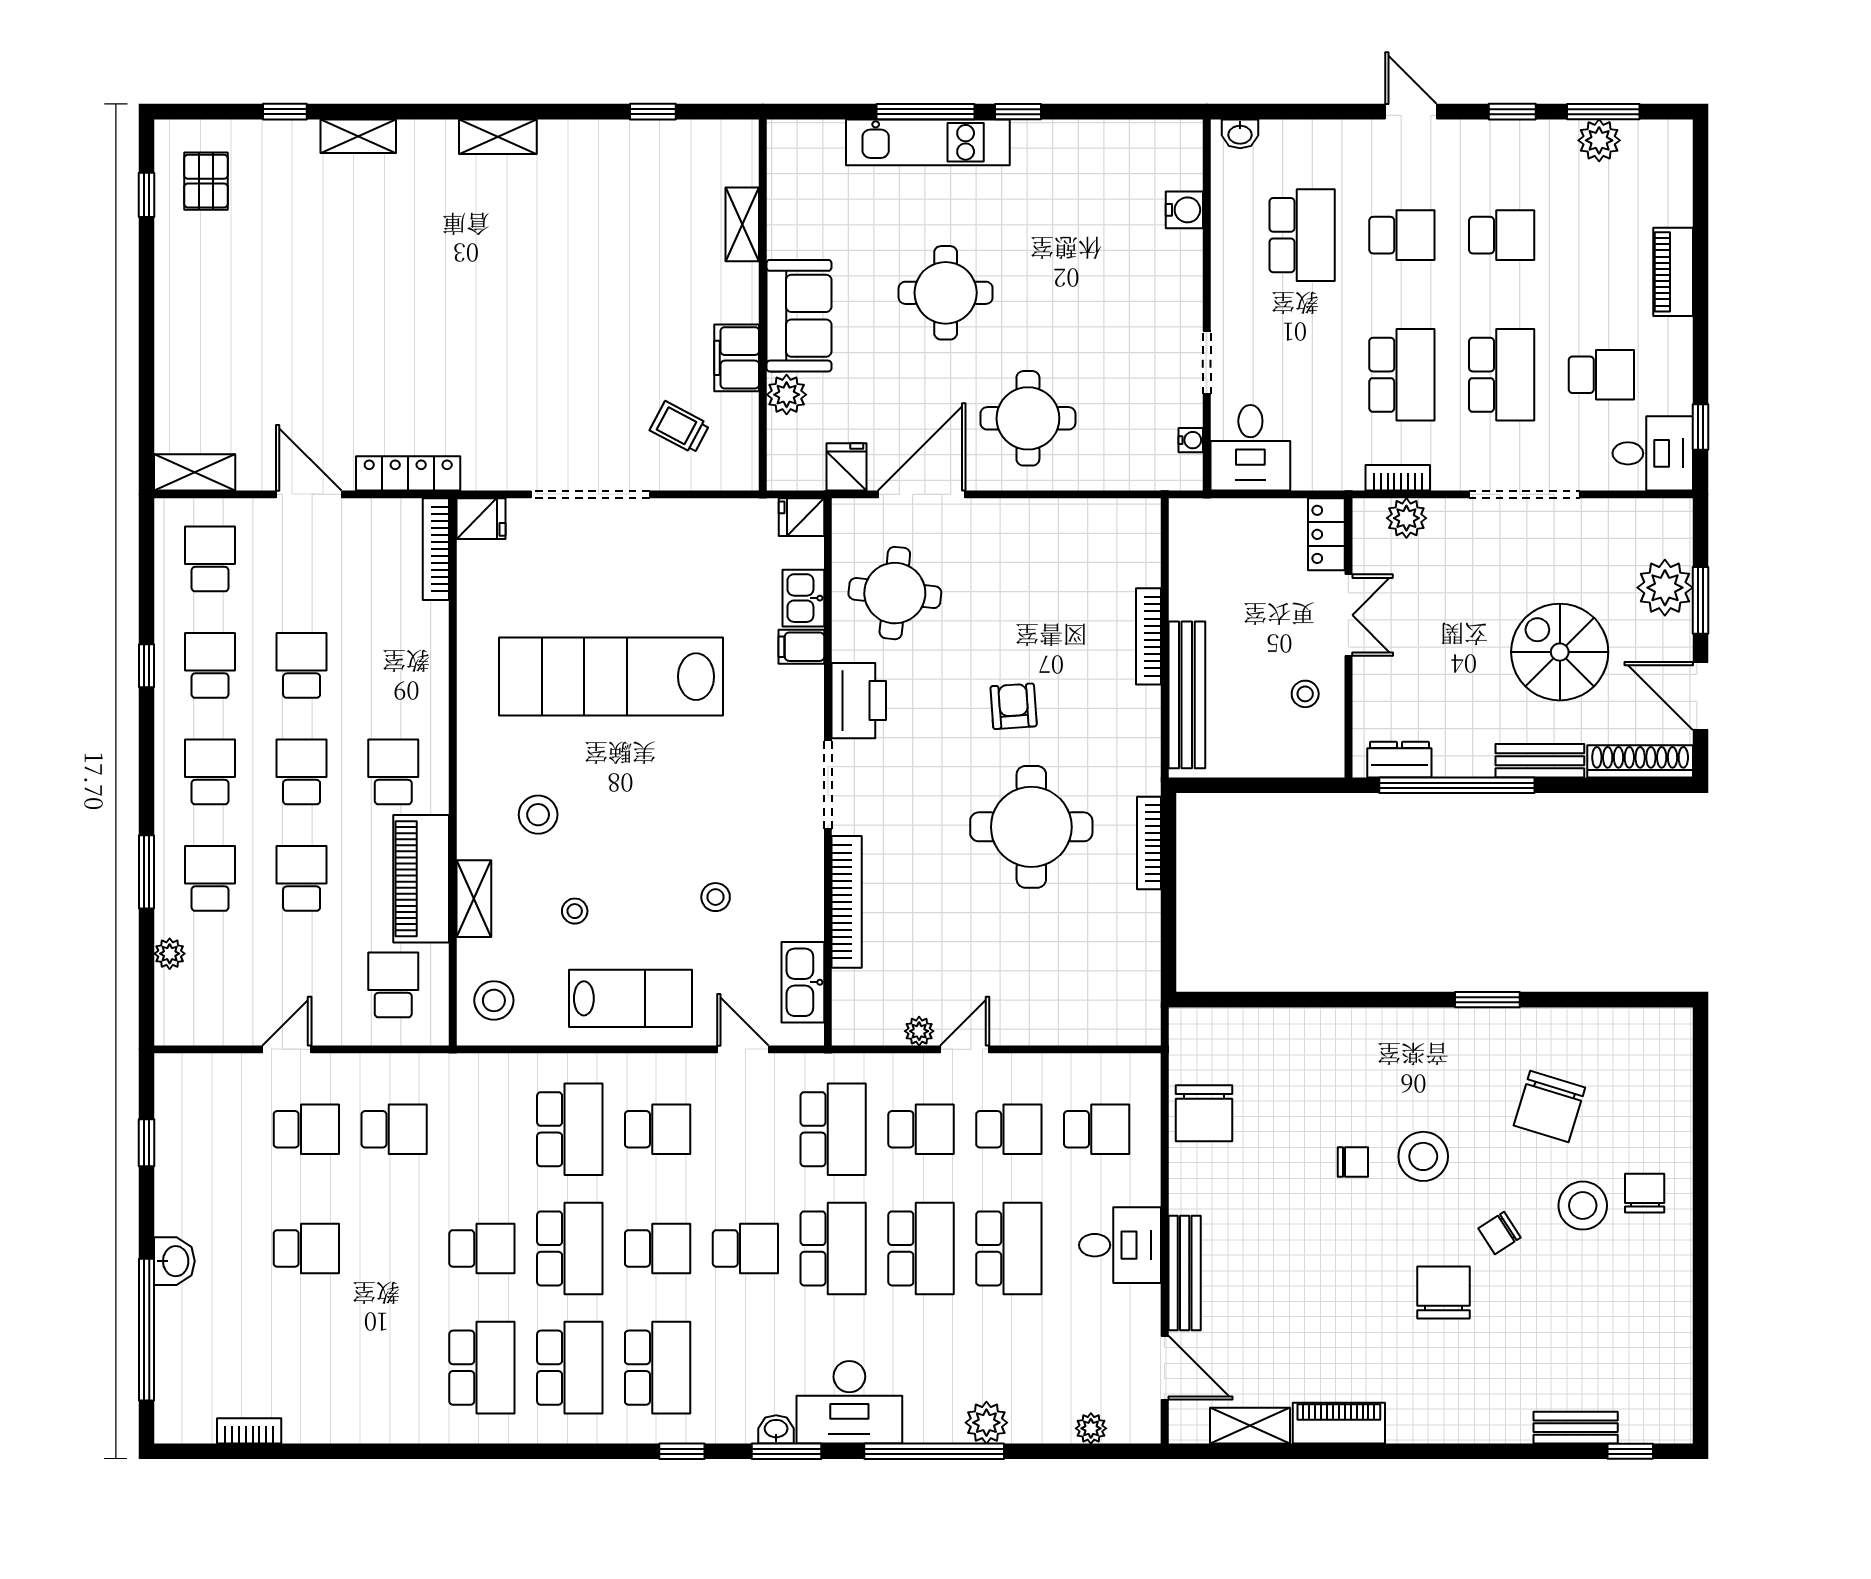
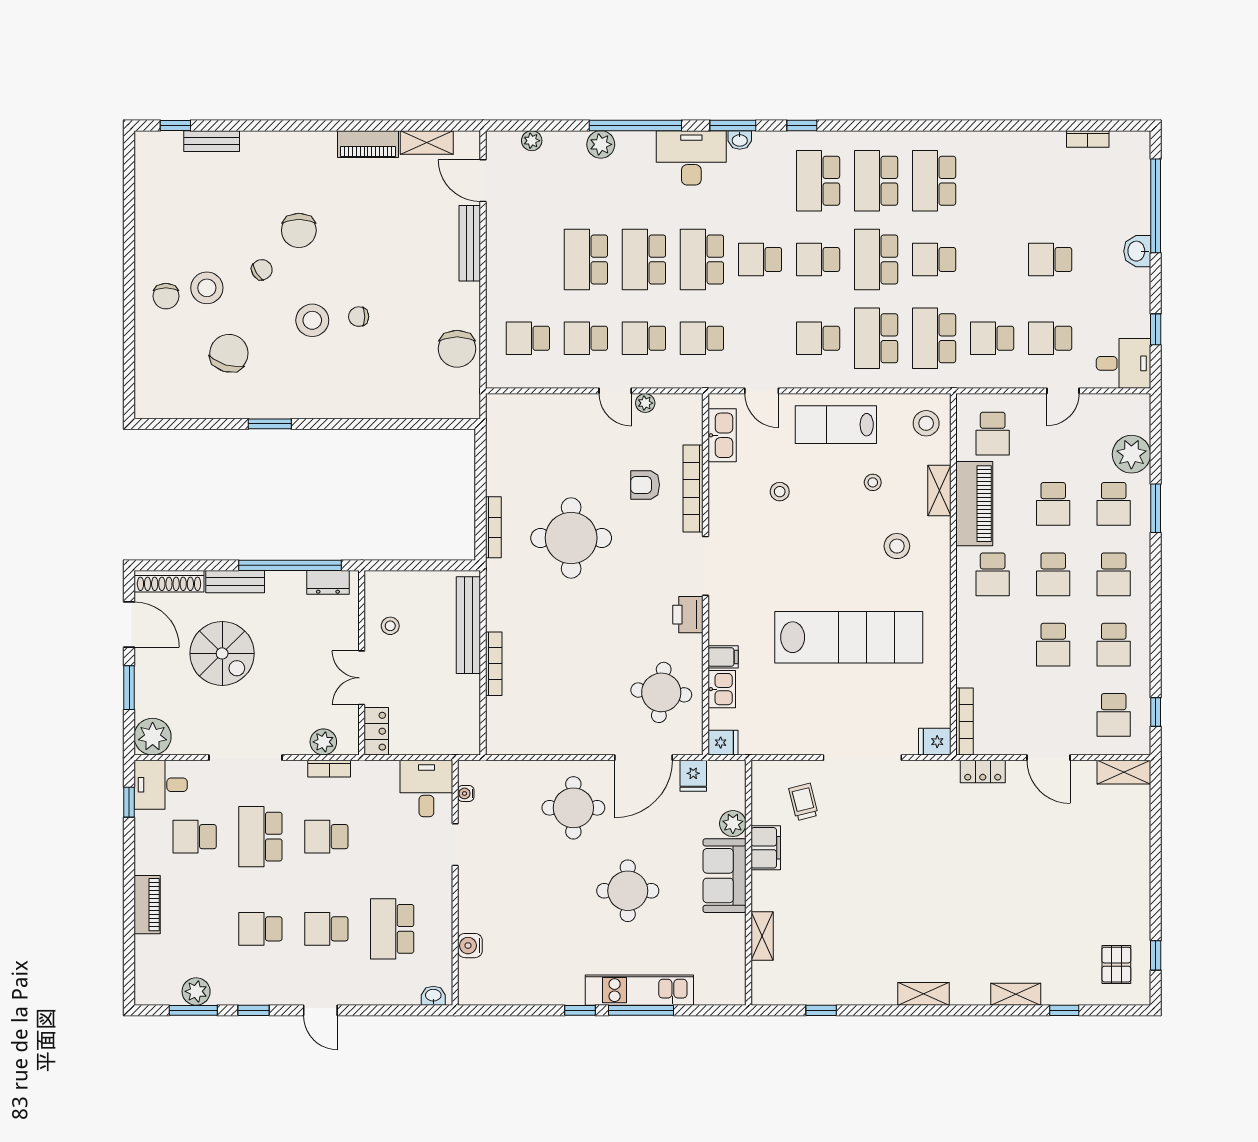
school desk: (1402, 375) -> (326, 837), width x0.54
trolley: (680, 427) -> (803, 802), turned -132
locker: (408, 473) -> (983, 771), width x0.66
plant: (1665, 588) -> (153, 737), moved
window: (147, 666) -> (1156, 712), moved
printer: (859, 701) -> (688, 615), width x0.73, depth x0.84
armchair: (1014, 706) -> (645, 485), moved, turned 94
plant: (170, 954) -> (1131, 454), width x1.88, depth x1.88
door: (965, 1049) -> (615, 391), hinge flipped
chair: (1204, 1113) -> (457, 349), turned 180
school desk: (482, 1129) -> (934, 338), added
school desk: (833, 1129) -> (702, 338), width x0.54
desk: (1120, 1245) -> (1123, 363), moved, turned 180

